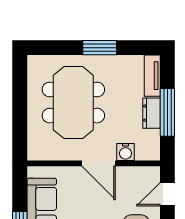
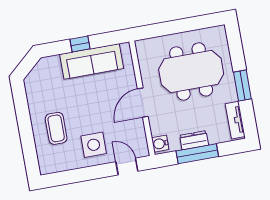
tv unit: (152, 76) -> (235, 120), moved, turned -90
water cooler: (126, 152) -> (160, 144), moved

